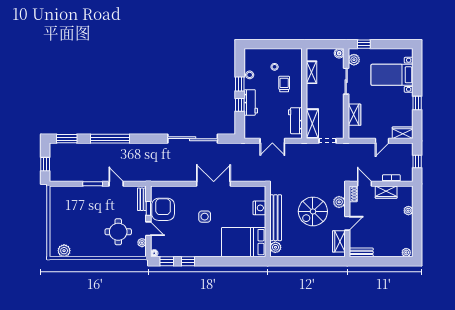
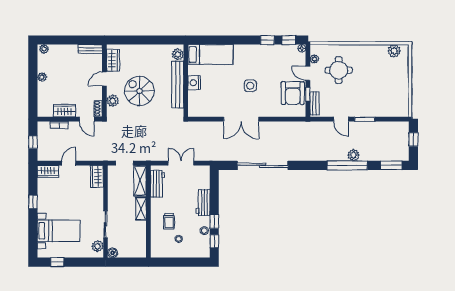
window: (364, 44) -> (57, 262), moved
shelving: (312, 72) -> (141, 209), moved
window: (240, 105) -> (214, 241), moved
wardrobe: (355, 115) -> (97, 176), moved
plant: (104, 149) -> (354, 155), added
nightstand: (259, 208) -> (194, 83), moved
spiral stairs: (313, 211) -> (139, 91), turned -90
plant: (408, 211) -> (42, 77), moved
bed: (244, 242) -> (210, 55), width x0.67

